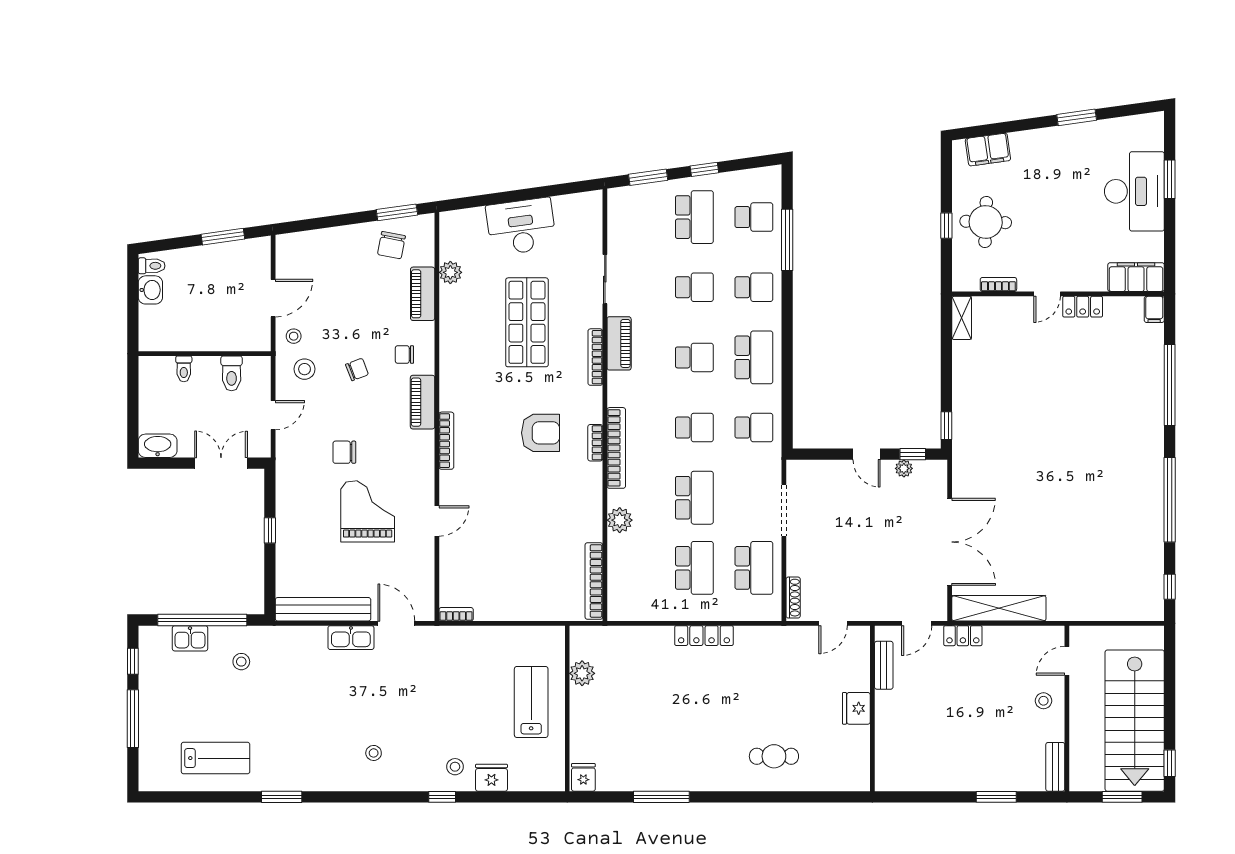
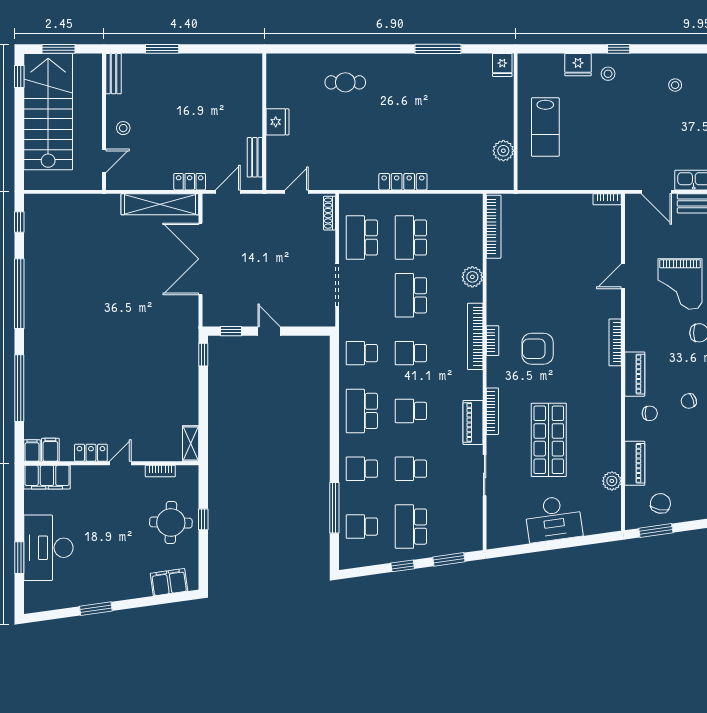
filing cabinet: (1132, 310) -> (50, 450), added
plant: (904, 468) -> (238, 319), removed

